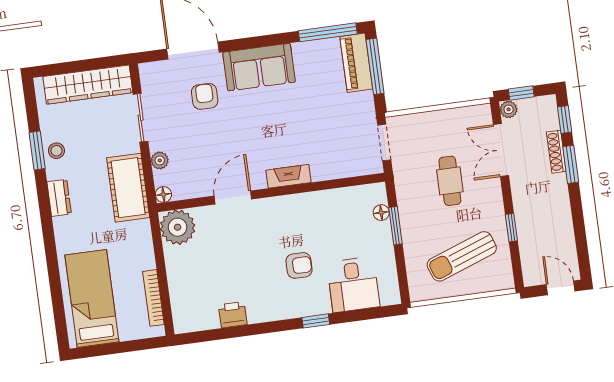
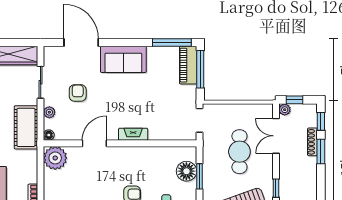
armchair: (205, 96) -> (78, 93), moved
cafe table: (450, 181) -> (239, 152), width x1.37, depth x1.35
floor lamp: (381, 213) -> (186, 171), width x1.89, depth x1.89

